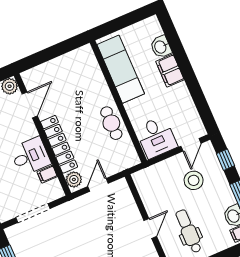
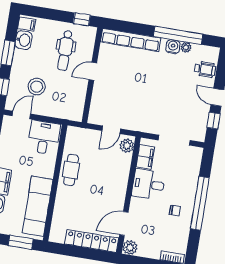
window: (115, 25) -> (21, 242), added
locker: (59, 144) -> (92, 241), moved, turned 90
filing cabinet: (47, 174) -> (145, 157), width x2.00

